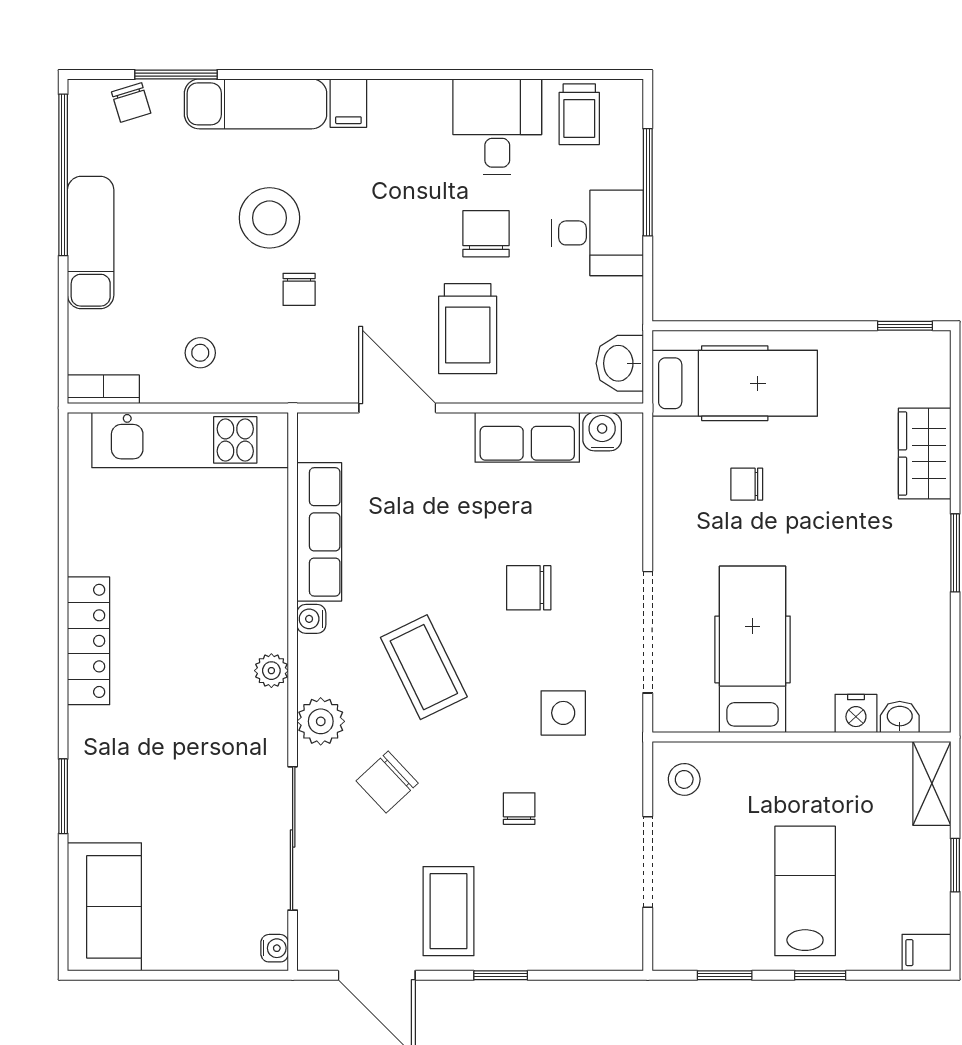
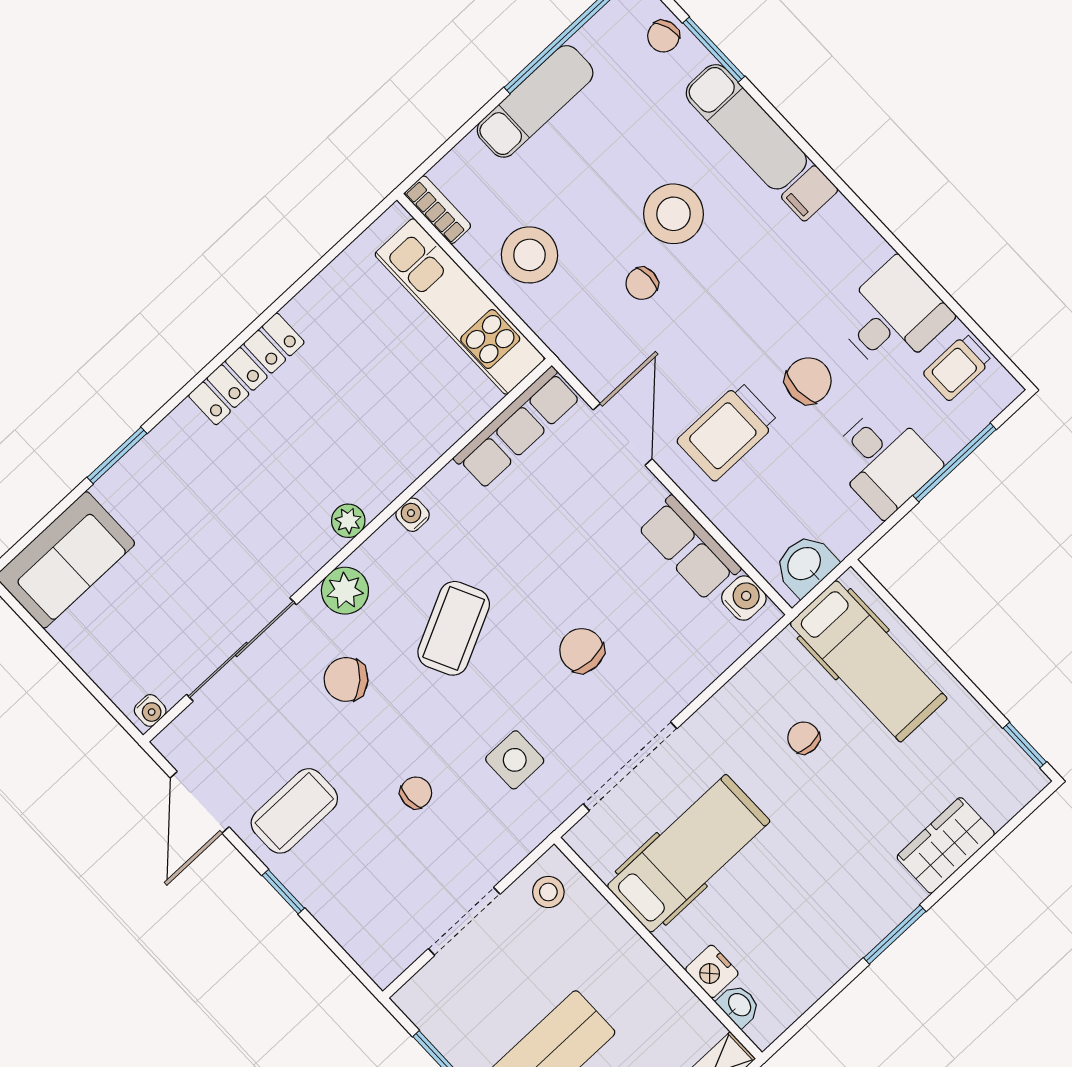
stool: (200, 353) -> (529, 255), width x1.89, depth x1.89
row of seats: (319, 532) -> (517, 428), moved

